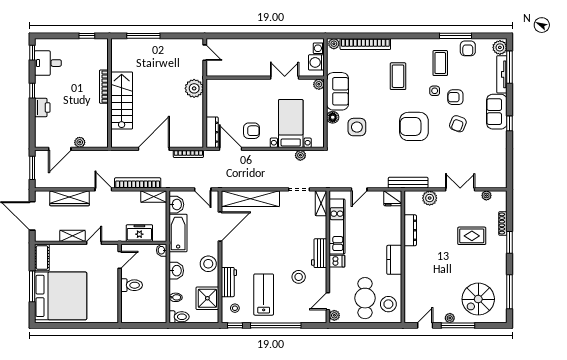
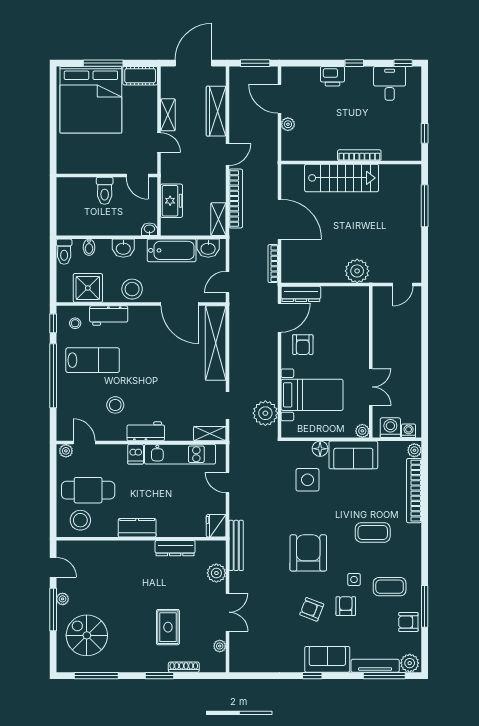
plant: (300, 155) -> (265, 413), width x1.88, depth x1.88

